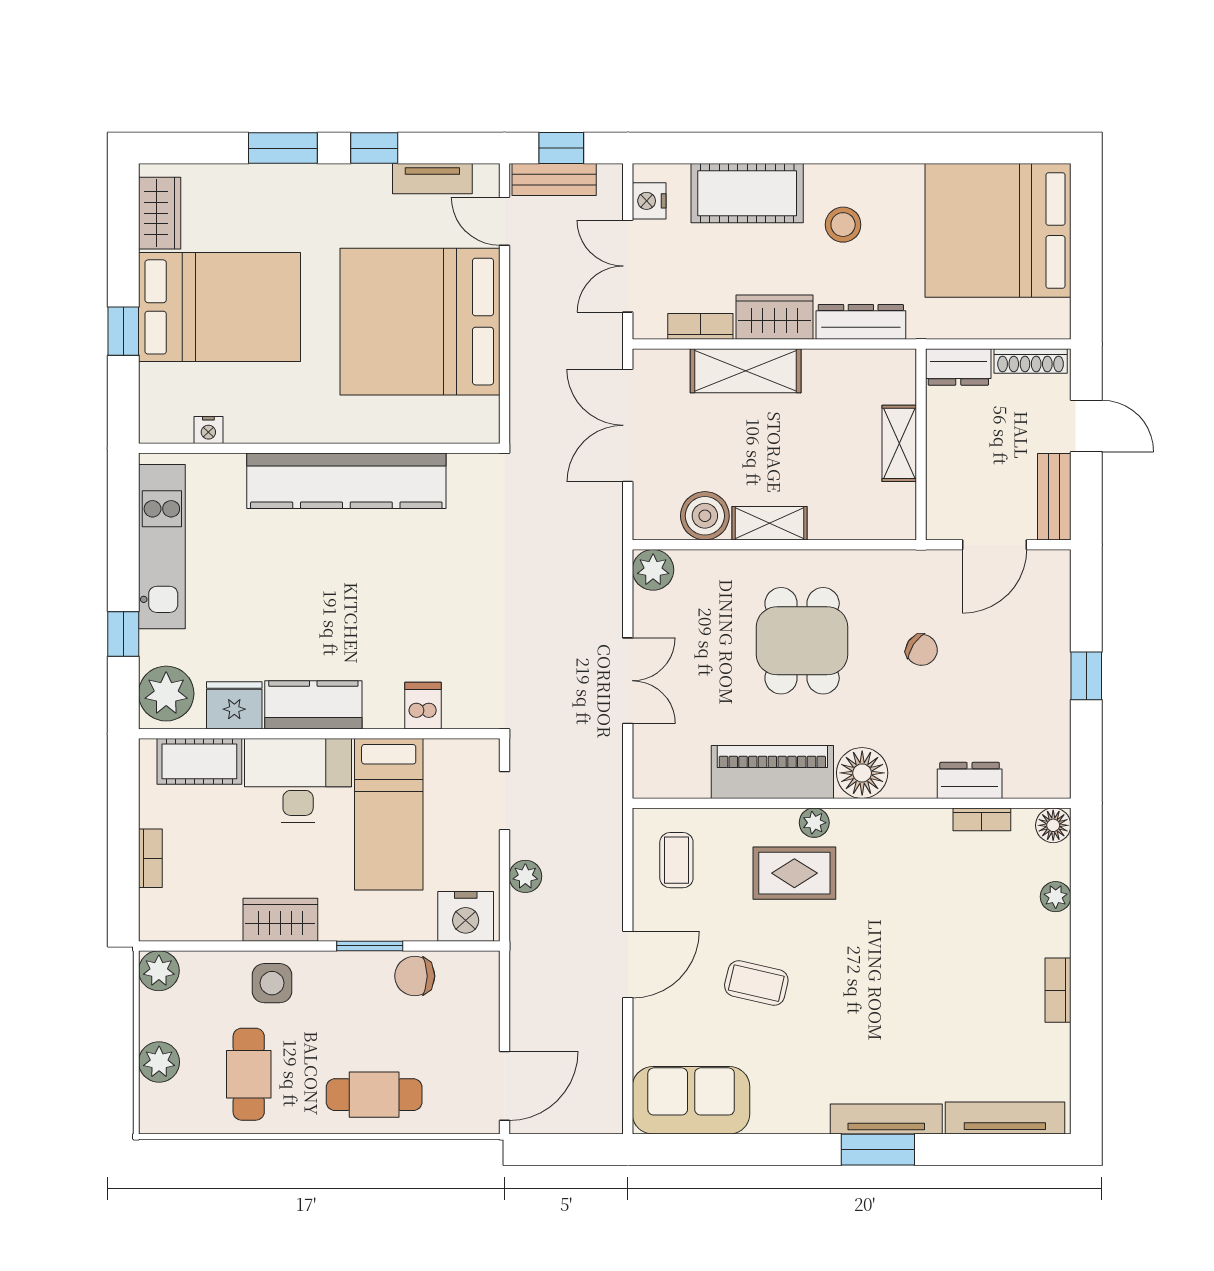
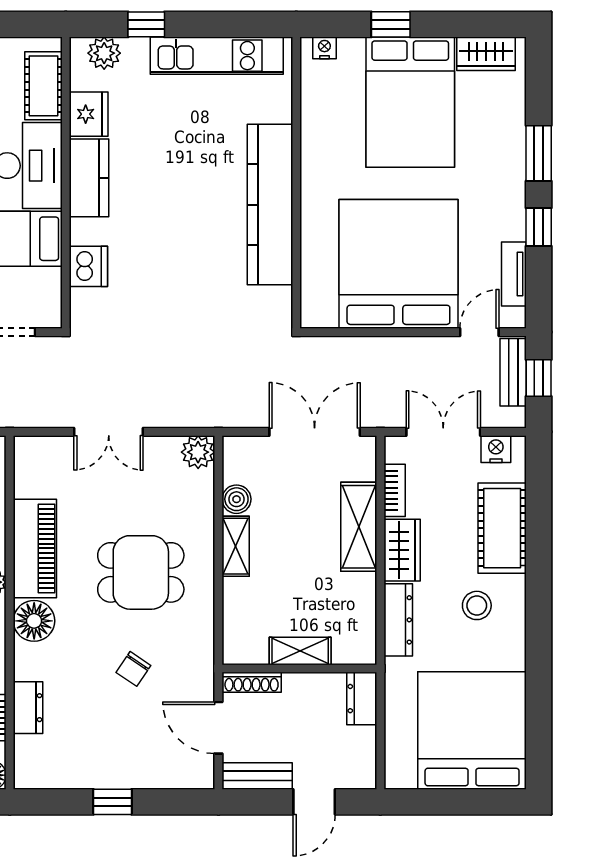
shoe rack: (1031, 361) -> (252, 682), moved, turned -90
nightstand: (208, 430) -> (324, 48), moved, turned 90
boiler: (705, 516) -> (236, 499), width x0.73, depth x0.73
plant: (166, 694) -> (104, 53), width x0.73, depth x0.73
dishwasher: (423, 706) -> (88, 266), width x1.38

